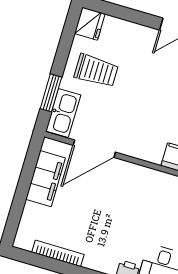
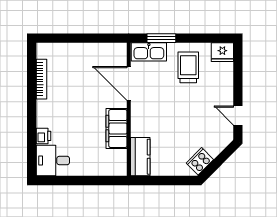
trolley: (96, 71) -> (188, 67), turned 180
filing cabinet: (46, 179) -> (116, 129), moved, turned 90

